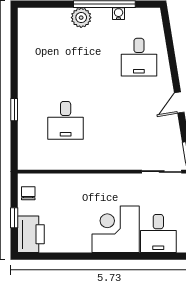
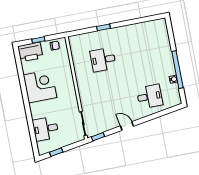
plant: (81, 18) -> (167, 57), removed
desk: (139, 57) -> (150, 97), turned 180
corner desk: (116, 229) -> (40, 86), moved

